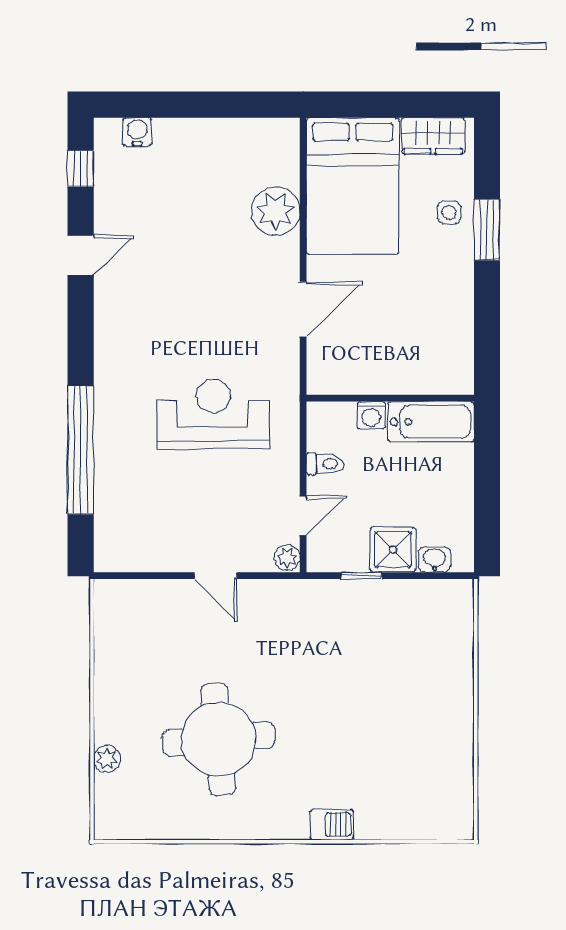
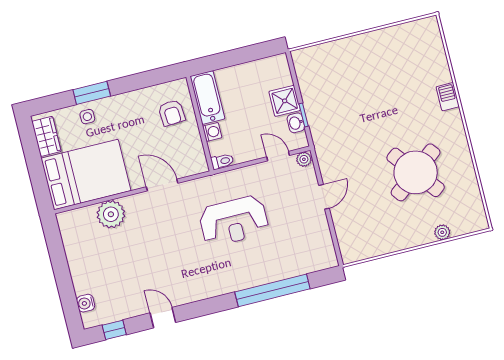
armchair: (420, 355) -> (172, 113), added
reception desk: (213, 414) -> (234, 221), turned -90
toilet: (325, 464) -> (222, 161), moved, turned 90
washbasin: (434, 559) -> (296, 123), moved
round table: (218, 739) -> (416, 172), turned -33

